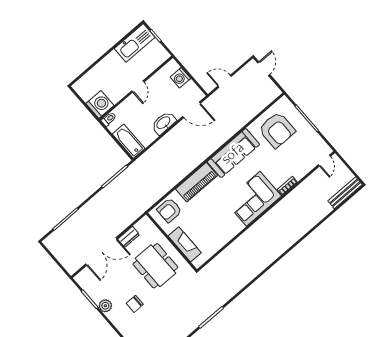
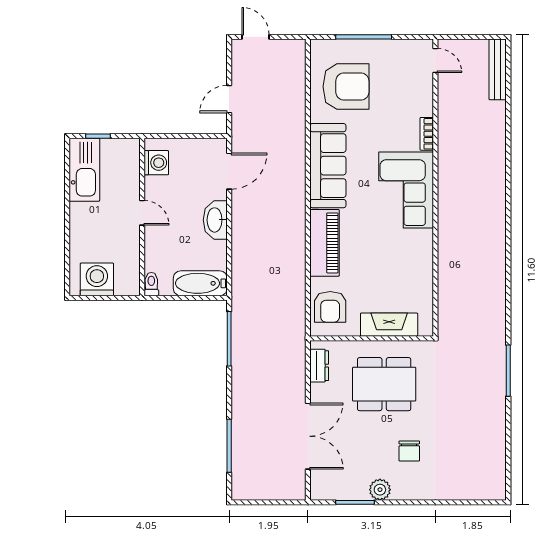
washing machine: (180, 78) -> (156, 163), moved, turned -90
washing machine: (100, 104) -> (97, 279), moved
dresser: (129, 237) -> (319, 366), moved

